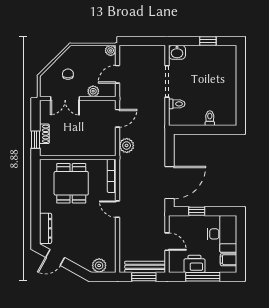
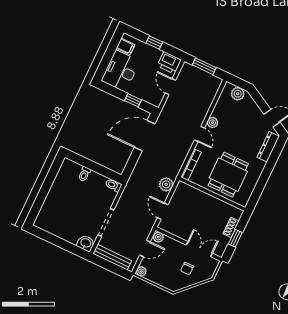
window: (208, 41) -> (55, 240), removed
plant: (93, 91) -> (158, 237), moved
toilet: (177, 104) -> (114, 185), moved
door: (118, 118) -> (163, 211), hinge flipped
window: (35, 140) -> (235, 238), moved
plant: (110, 226) -> (212, 123), added
printer: (194, 264) -> (169, 63), moved
bench: (145, 267) -> (112, 257), moved
window: (203, 277) -> (154, 42), width x0.46

